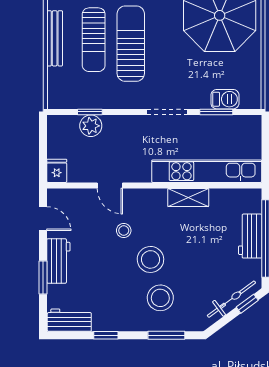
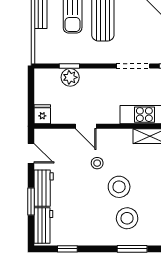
workbench: (69, 320) -> (43, 225), moved, turned 90
window: (106, 335) -> (67, 249), moved

